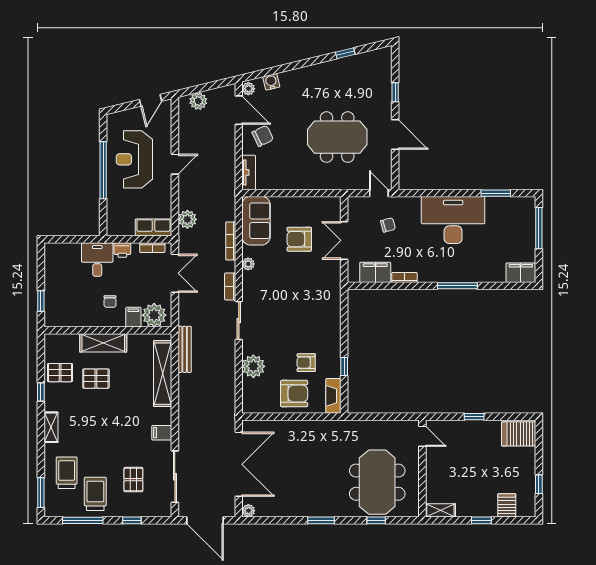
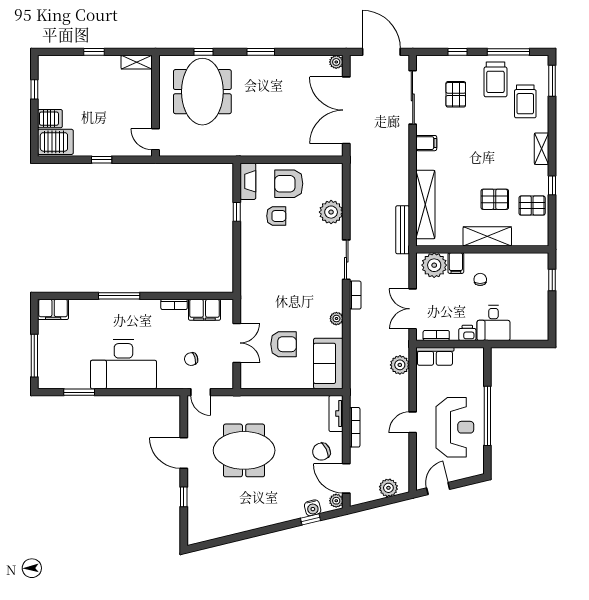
window: (345, 53) -> (311, 519), moved
bookcase: (231, 241) -> (355, 427), moved
server rack: (507, 505) -> (50, 119), moved, turned -90

